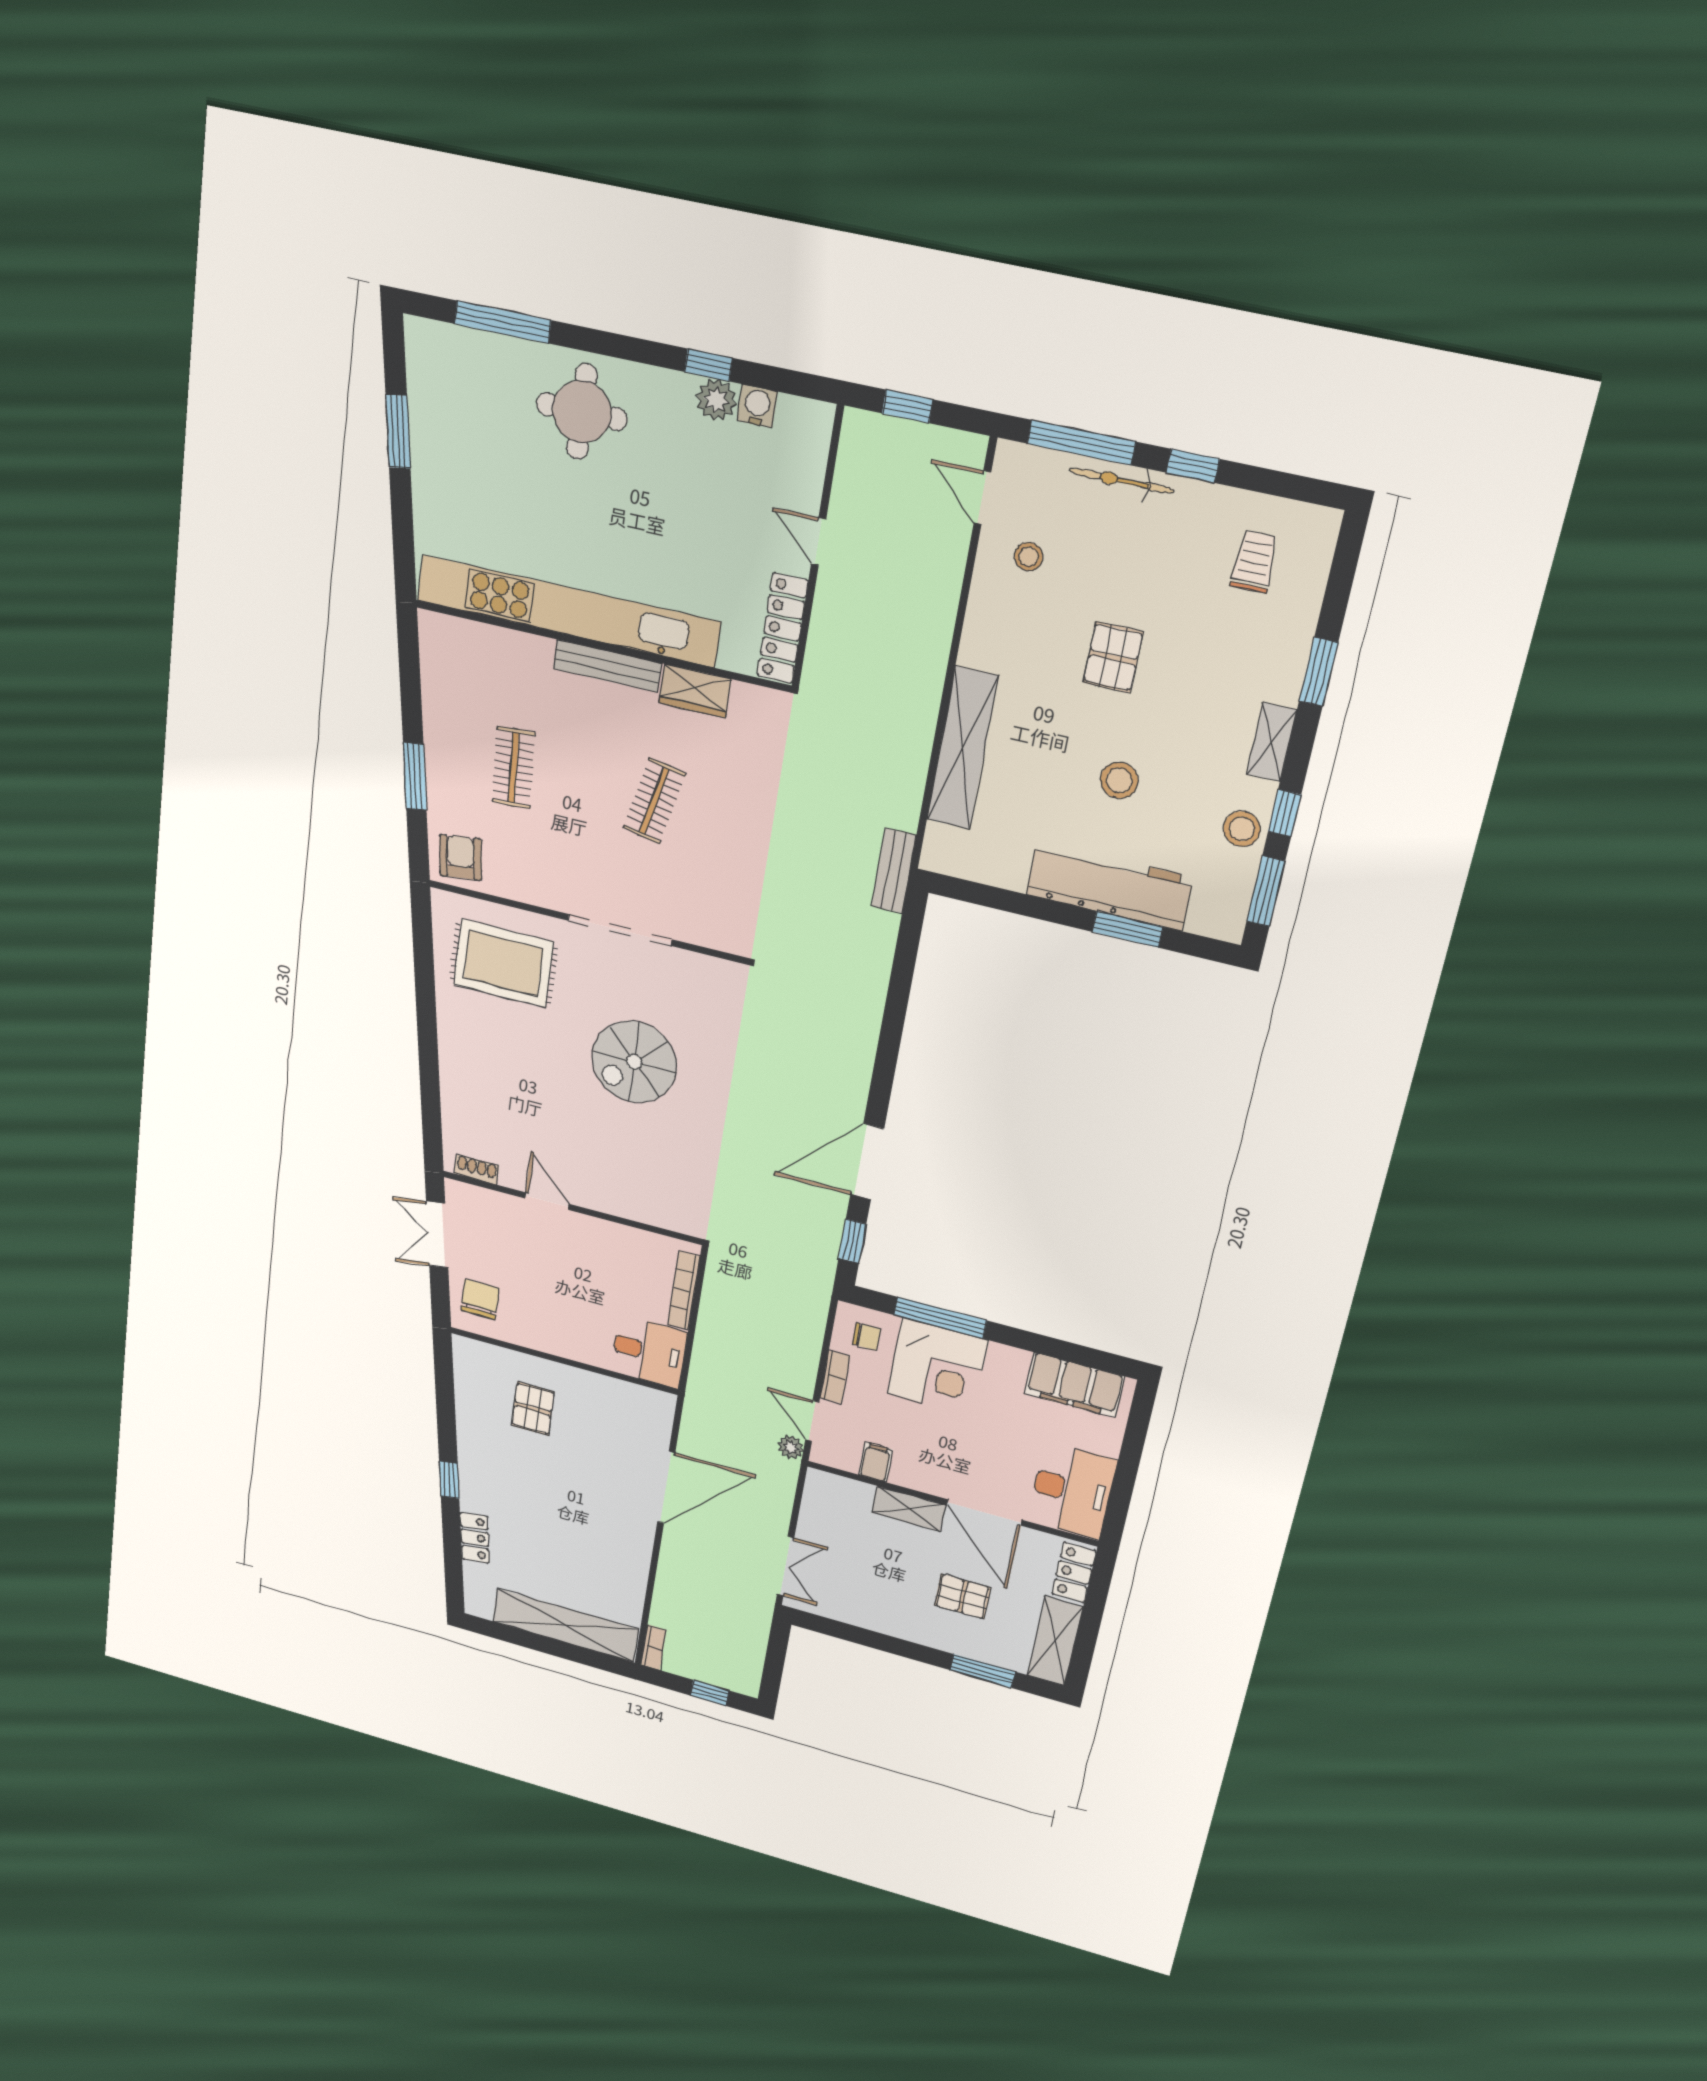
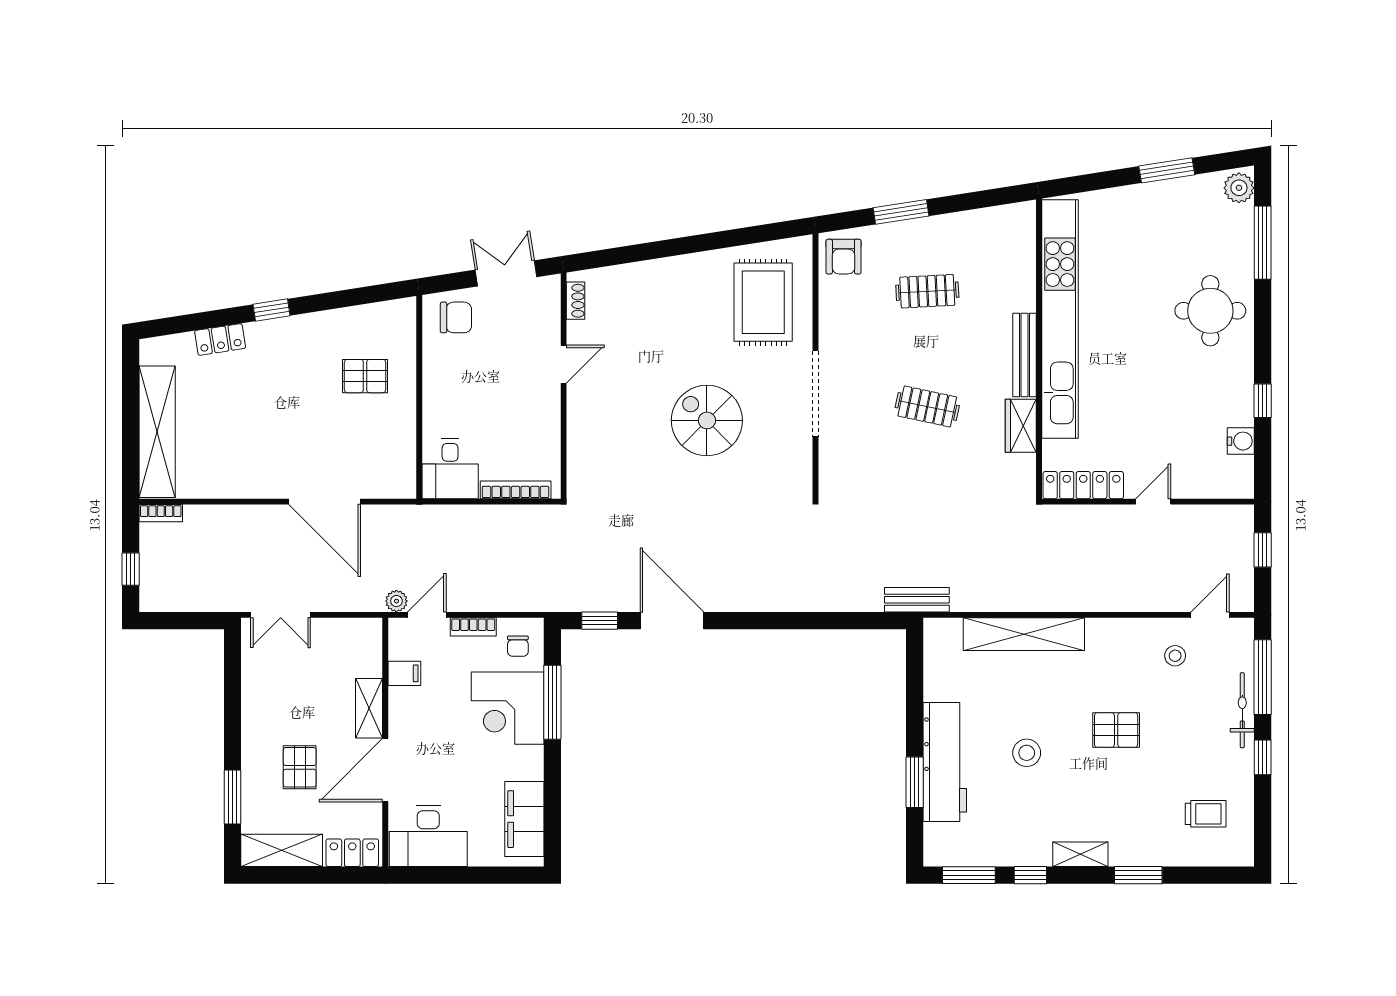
plant: (716, 400) -> (1239, 188), moved
stool: (1242, 829) -> (1011, 848), removed
armchair: (461, 857) -> (843, 257), turned 97

